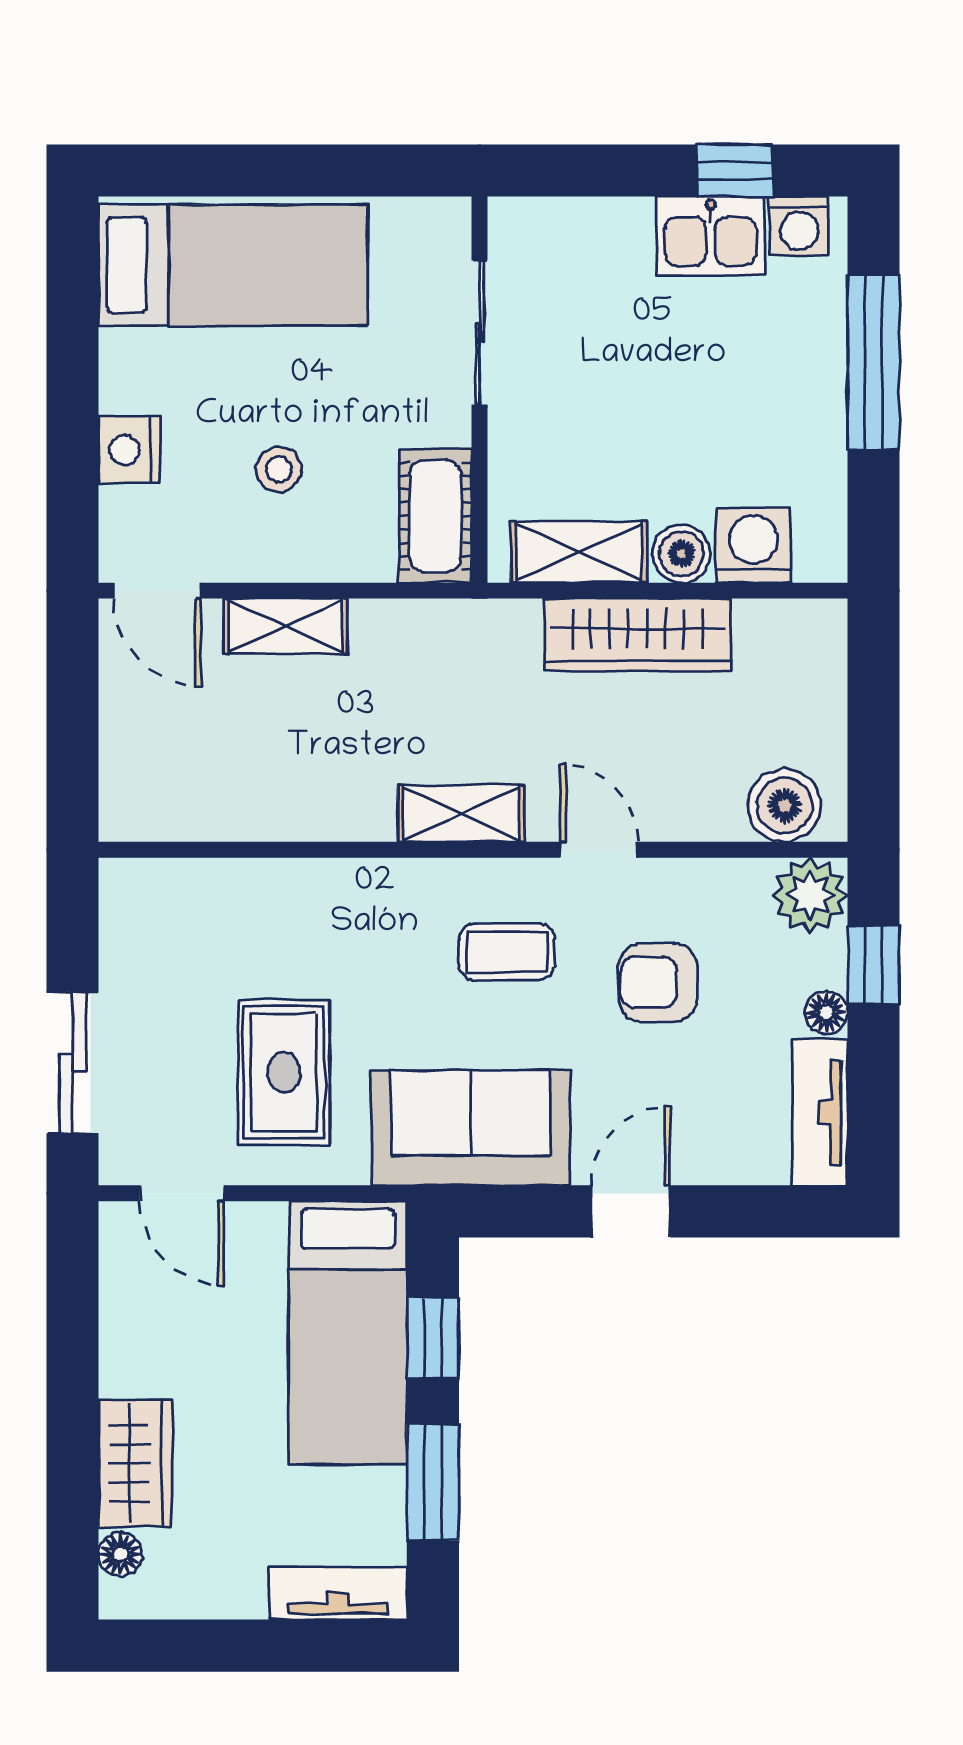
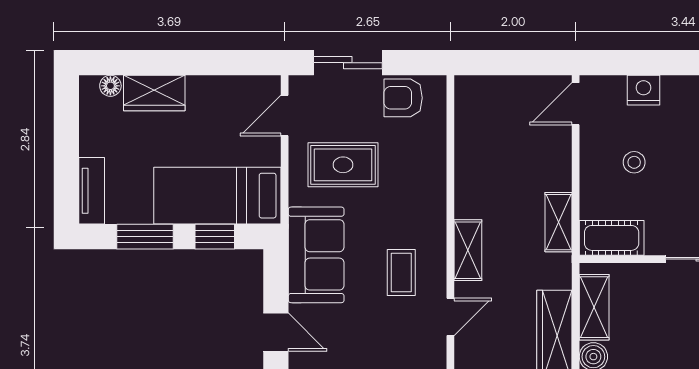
shelving: (285, 626) -> (558, 222), moved
armchair: (658, 982) -> (403, 98), moved, turned -90

